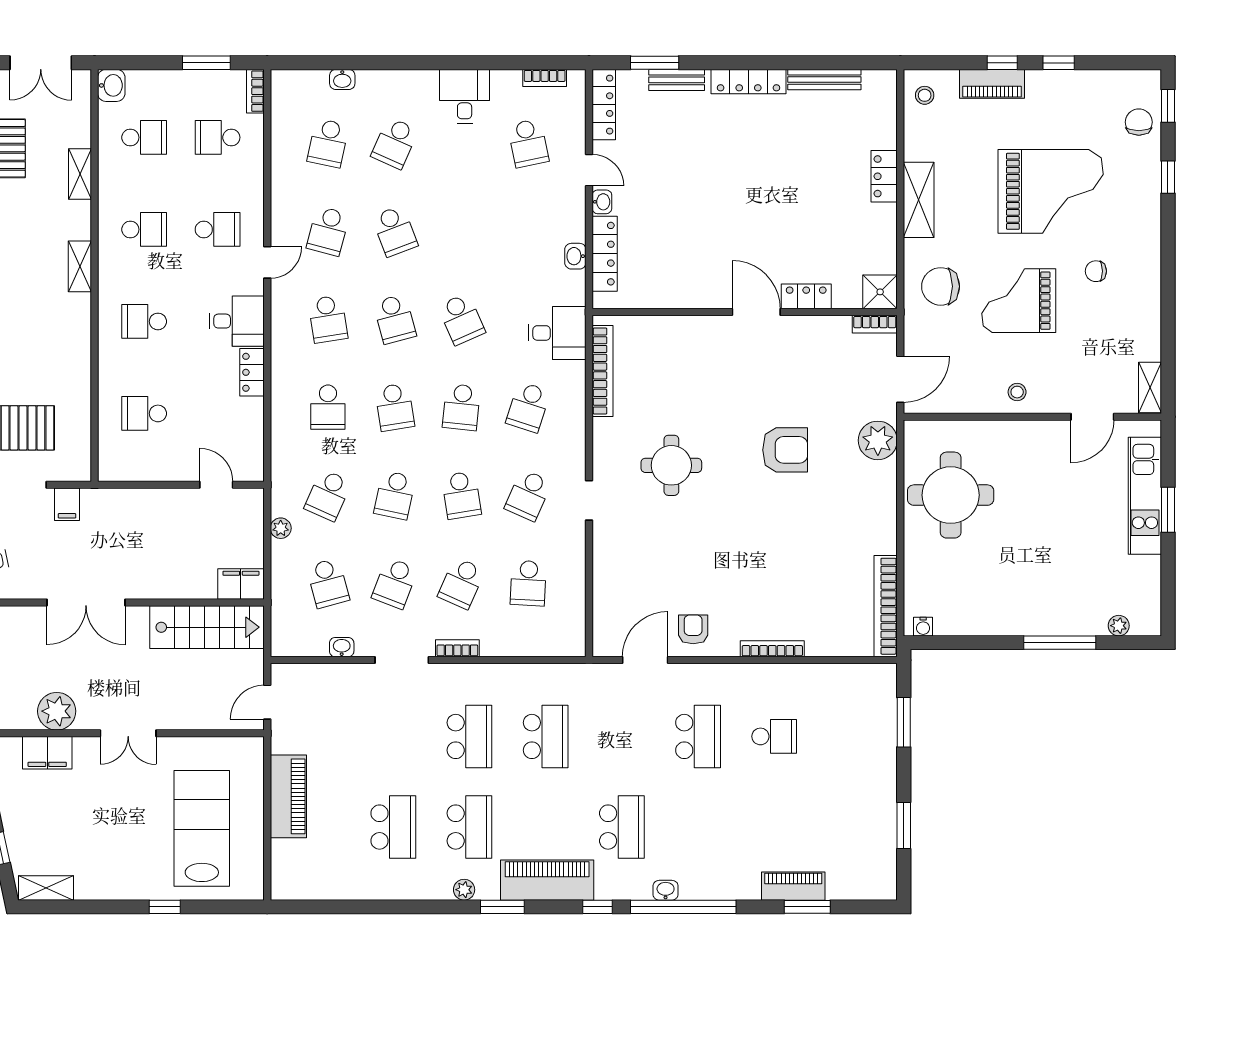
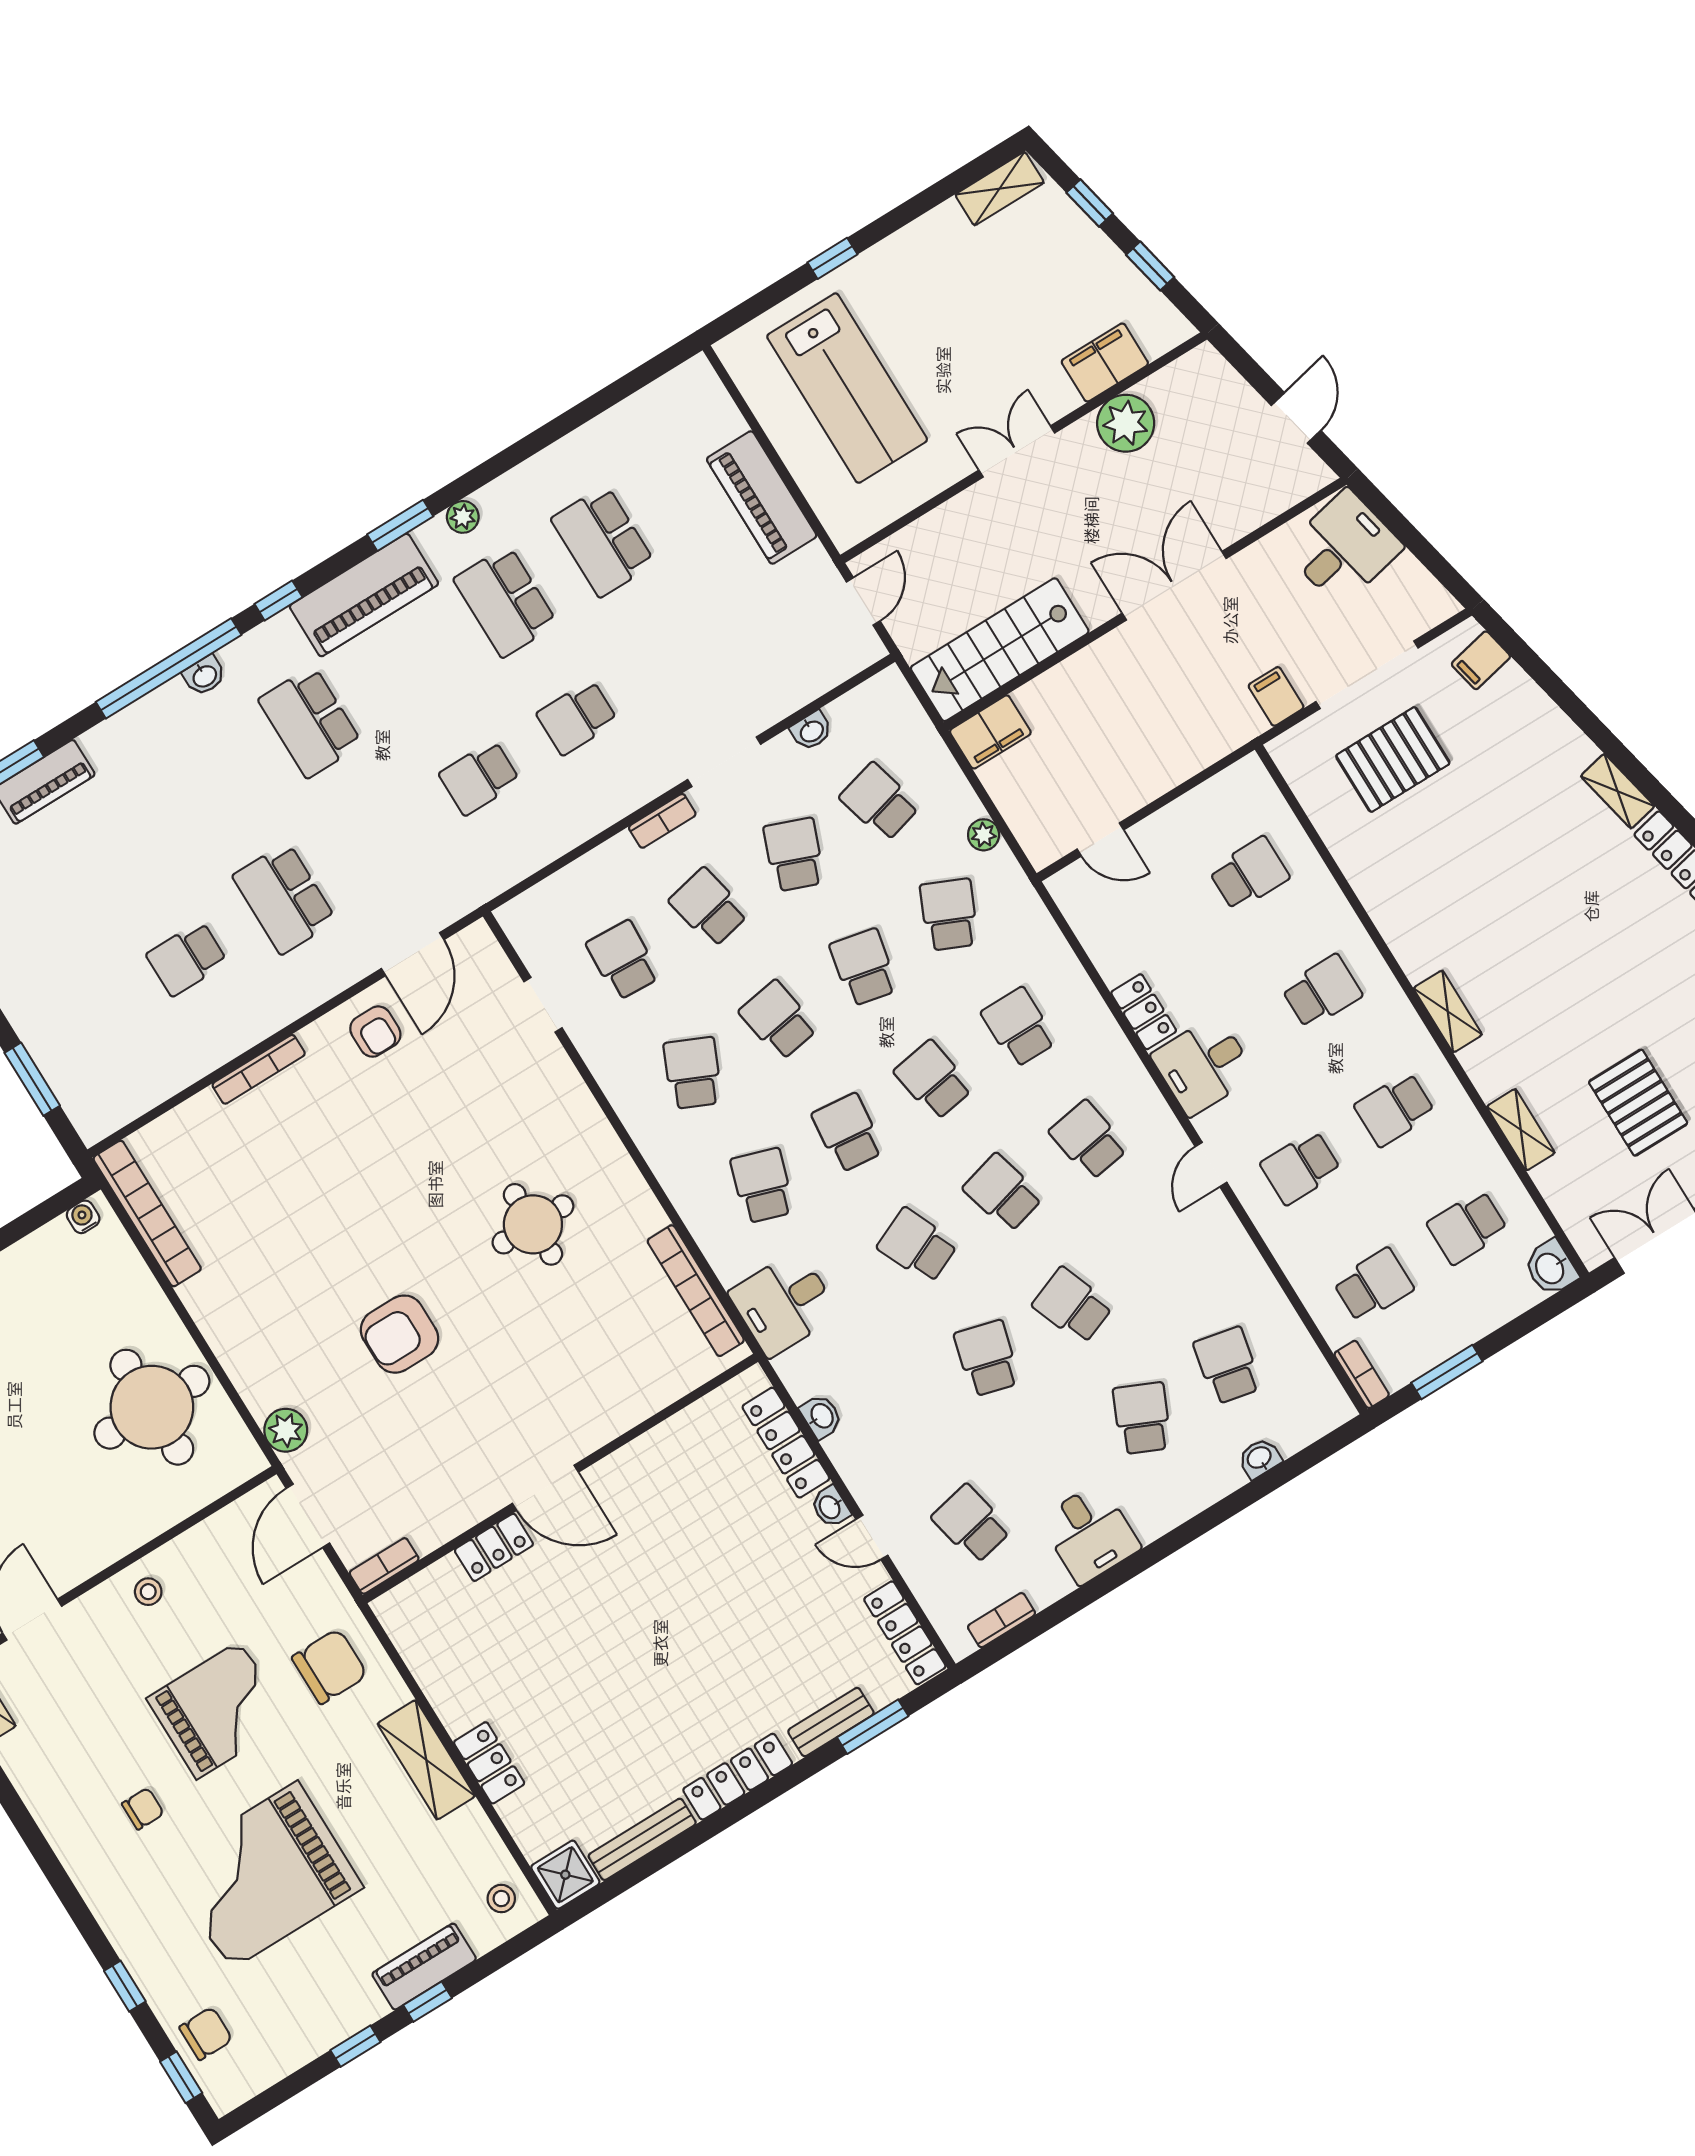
chair: (1139, 122) -> (206, 2034), turned -90
school desk: (328, 231) -> (987, 1358), moved
shower: (880, 292) -> (565, 1875), moved
plant: (878, 440) -> (286, 1430), width x0.73, depth x0.73
doorway: (589, 500) -> (543, 1005), moved
school desk: (461, 583) -> (709, 907), turned -36
school desk: (469, 736) -> (577, 718), width x0.54
school desk: (546, 736) -> (480, 778), width x0.54

